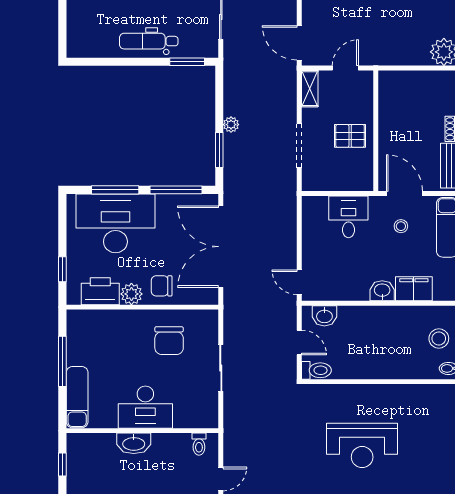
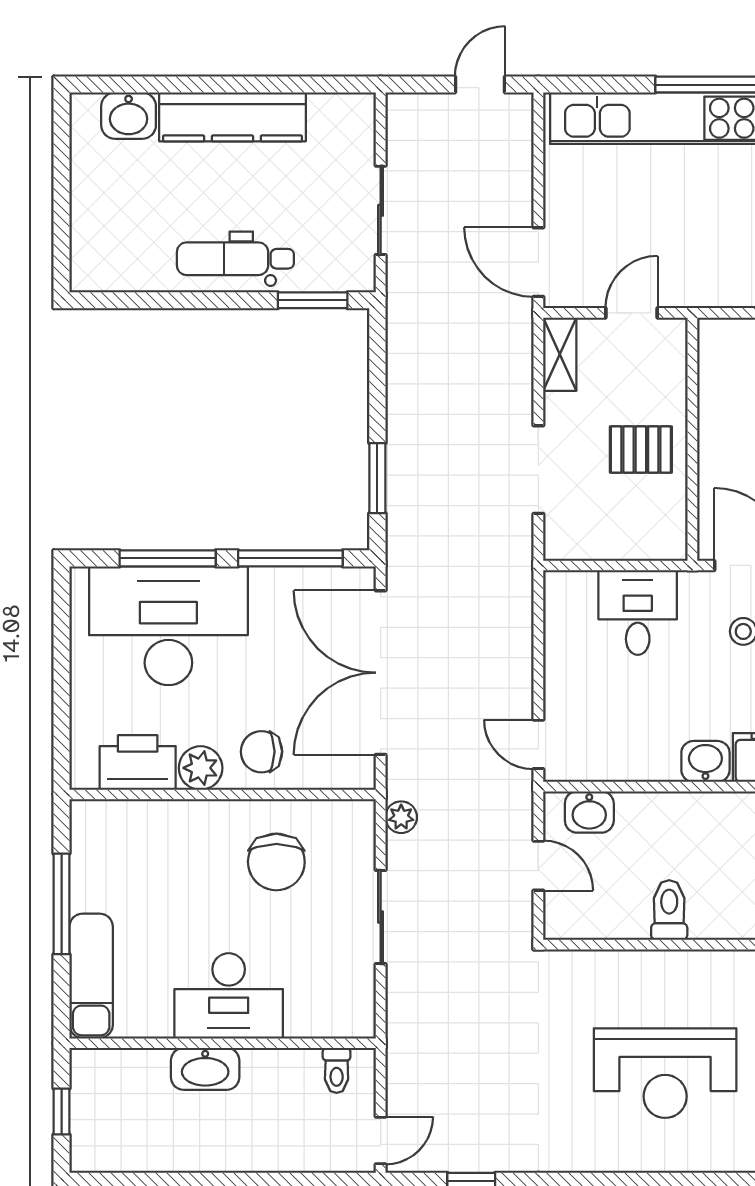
plant: (231, 125) -> (401, 817), moved
window: (62, 269) -> (62, 718), removed
toilet: (316, 370) -> (669, 910), moved, turned -90

